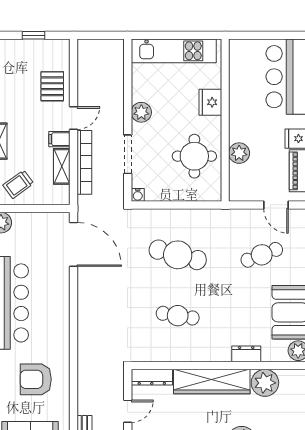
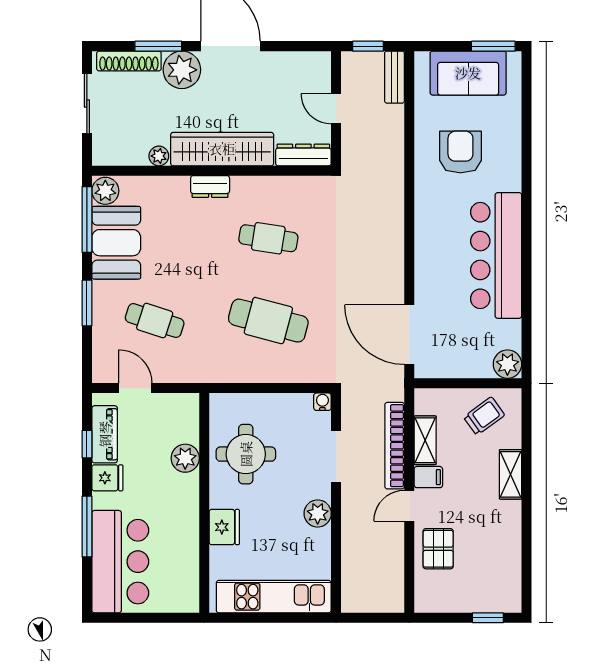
window: (33, 35) -> (488, 618), moved
cafe table: (262, 255) -> (155, 321), turned 39
dresser: (246, 354) -> (210, 187), moved
armchair: (36, 379) -> (460, 152), turned -90
plant: (265, 383) -> (159, 156), width x0.53, depth x0.53
door: (128, 411) -> (336, 109), hinge flipped

